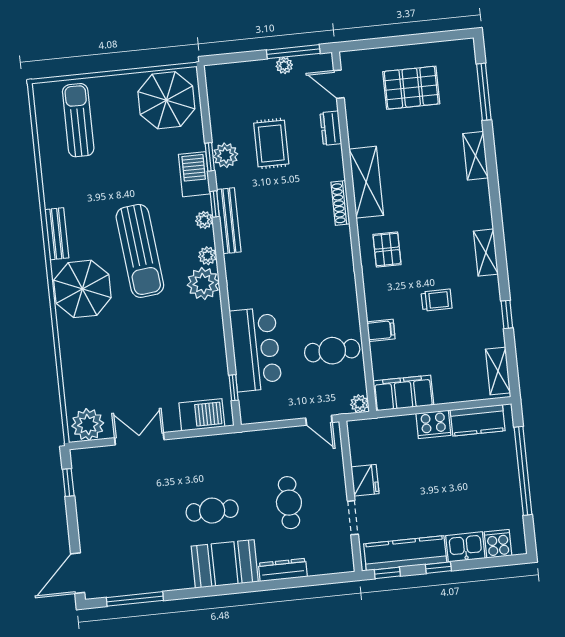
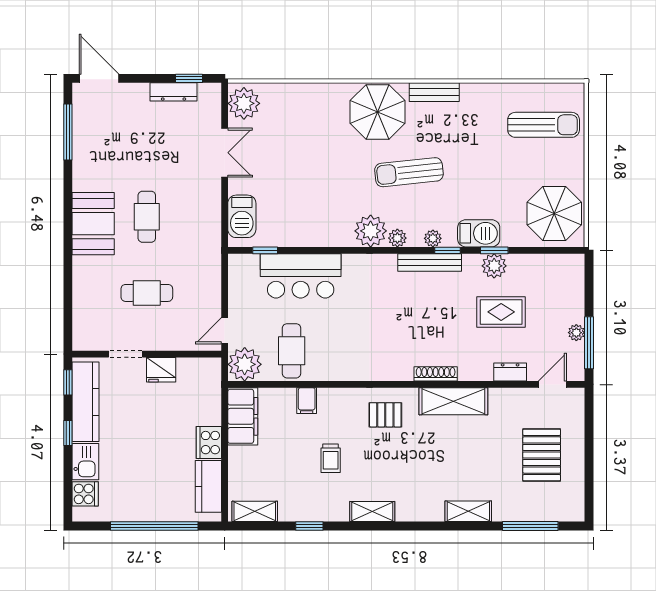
sun lounger: (140, 251) -> (409, 172), width x0.73, depth x0.75
plant: (359, 404) -> (245, 364), width x1.87, depth x1.87
dresser: (283, 570) -> (174, 92), moved, turned 90

